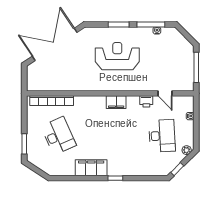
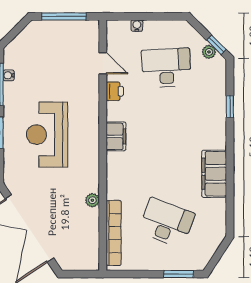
plant: (73, 86) -> (92, 200), added
door: (165, 93) -> (103, 63), hinge flipped
desk: (58, 136) -> (166, 223), turned 45
plant: (187, 150) -> (209, 52), moved
window: (115, 178) -> (230, 107), moved

